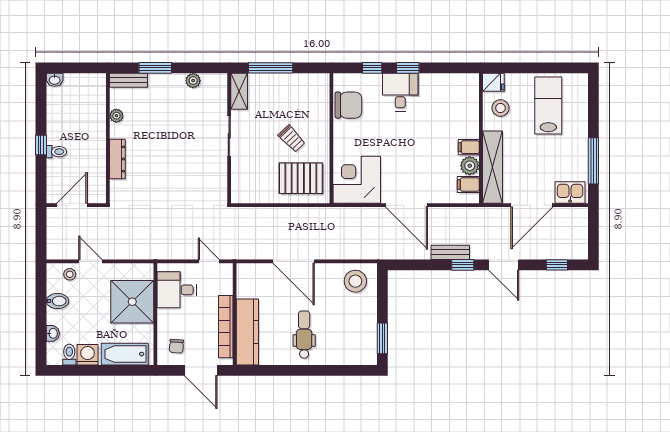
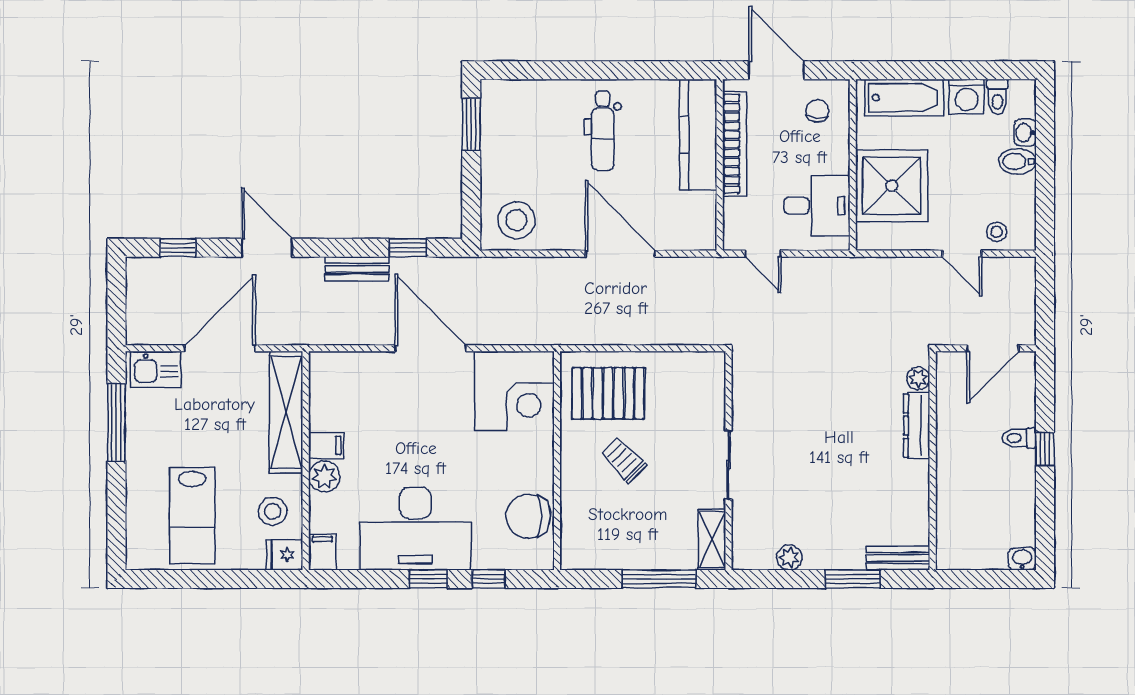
desk: (400, 92) -> (415, 529), width x1.87, depth x1.30
plant: (116, 116) -> (918, 378), moved
plant: (470, 166) -> (324, 476), moved
filing cabinet: (468, 185) -> (322, 552), moved, turned -90
window: (463, 265) -> (408, 248), moved
bidet: (57, 301) -> (1017, 161), moved

